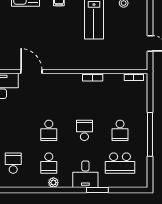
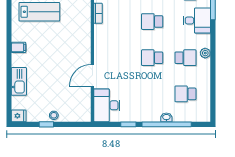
school desk: (49, 130) -> (152, 58), turned 180

